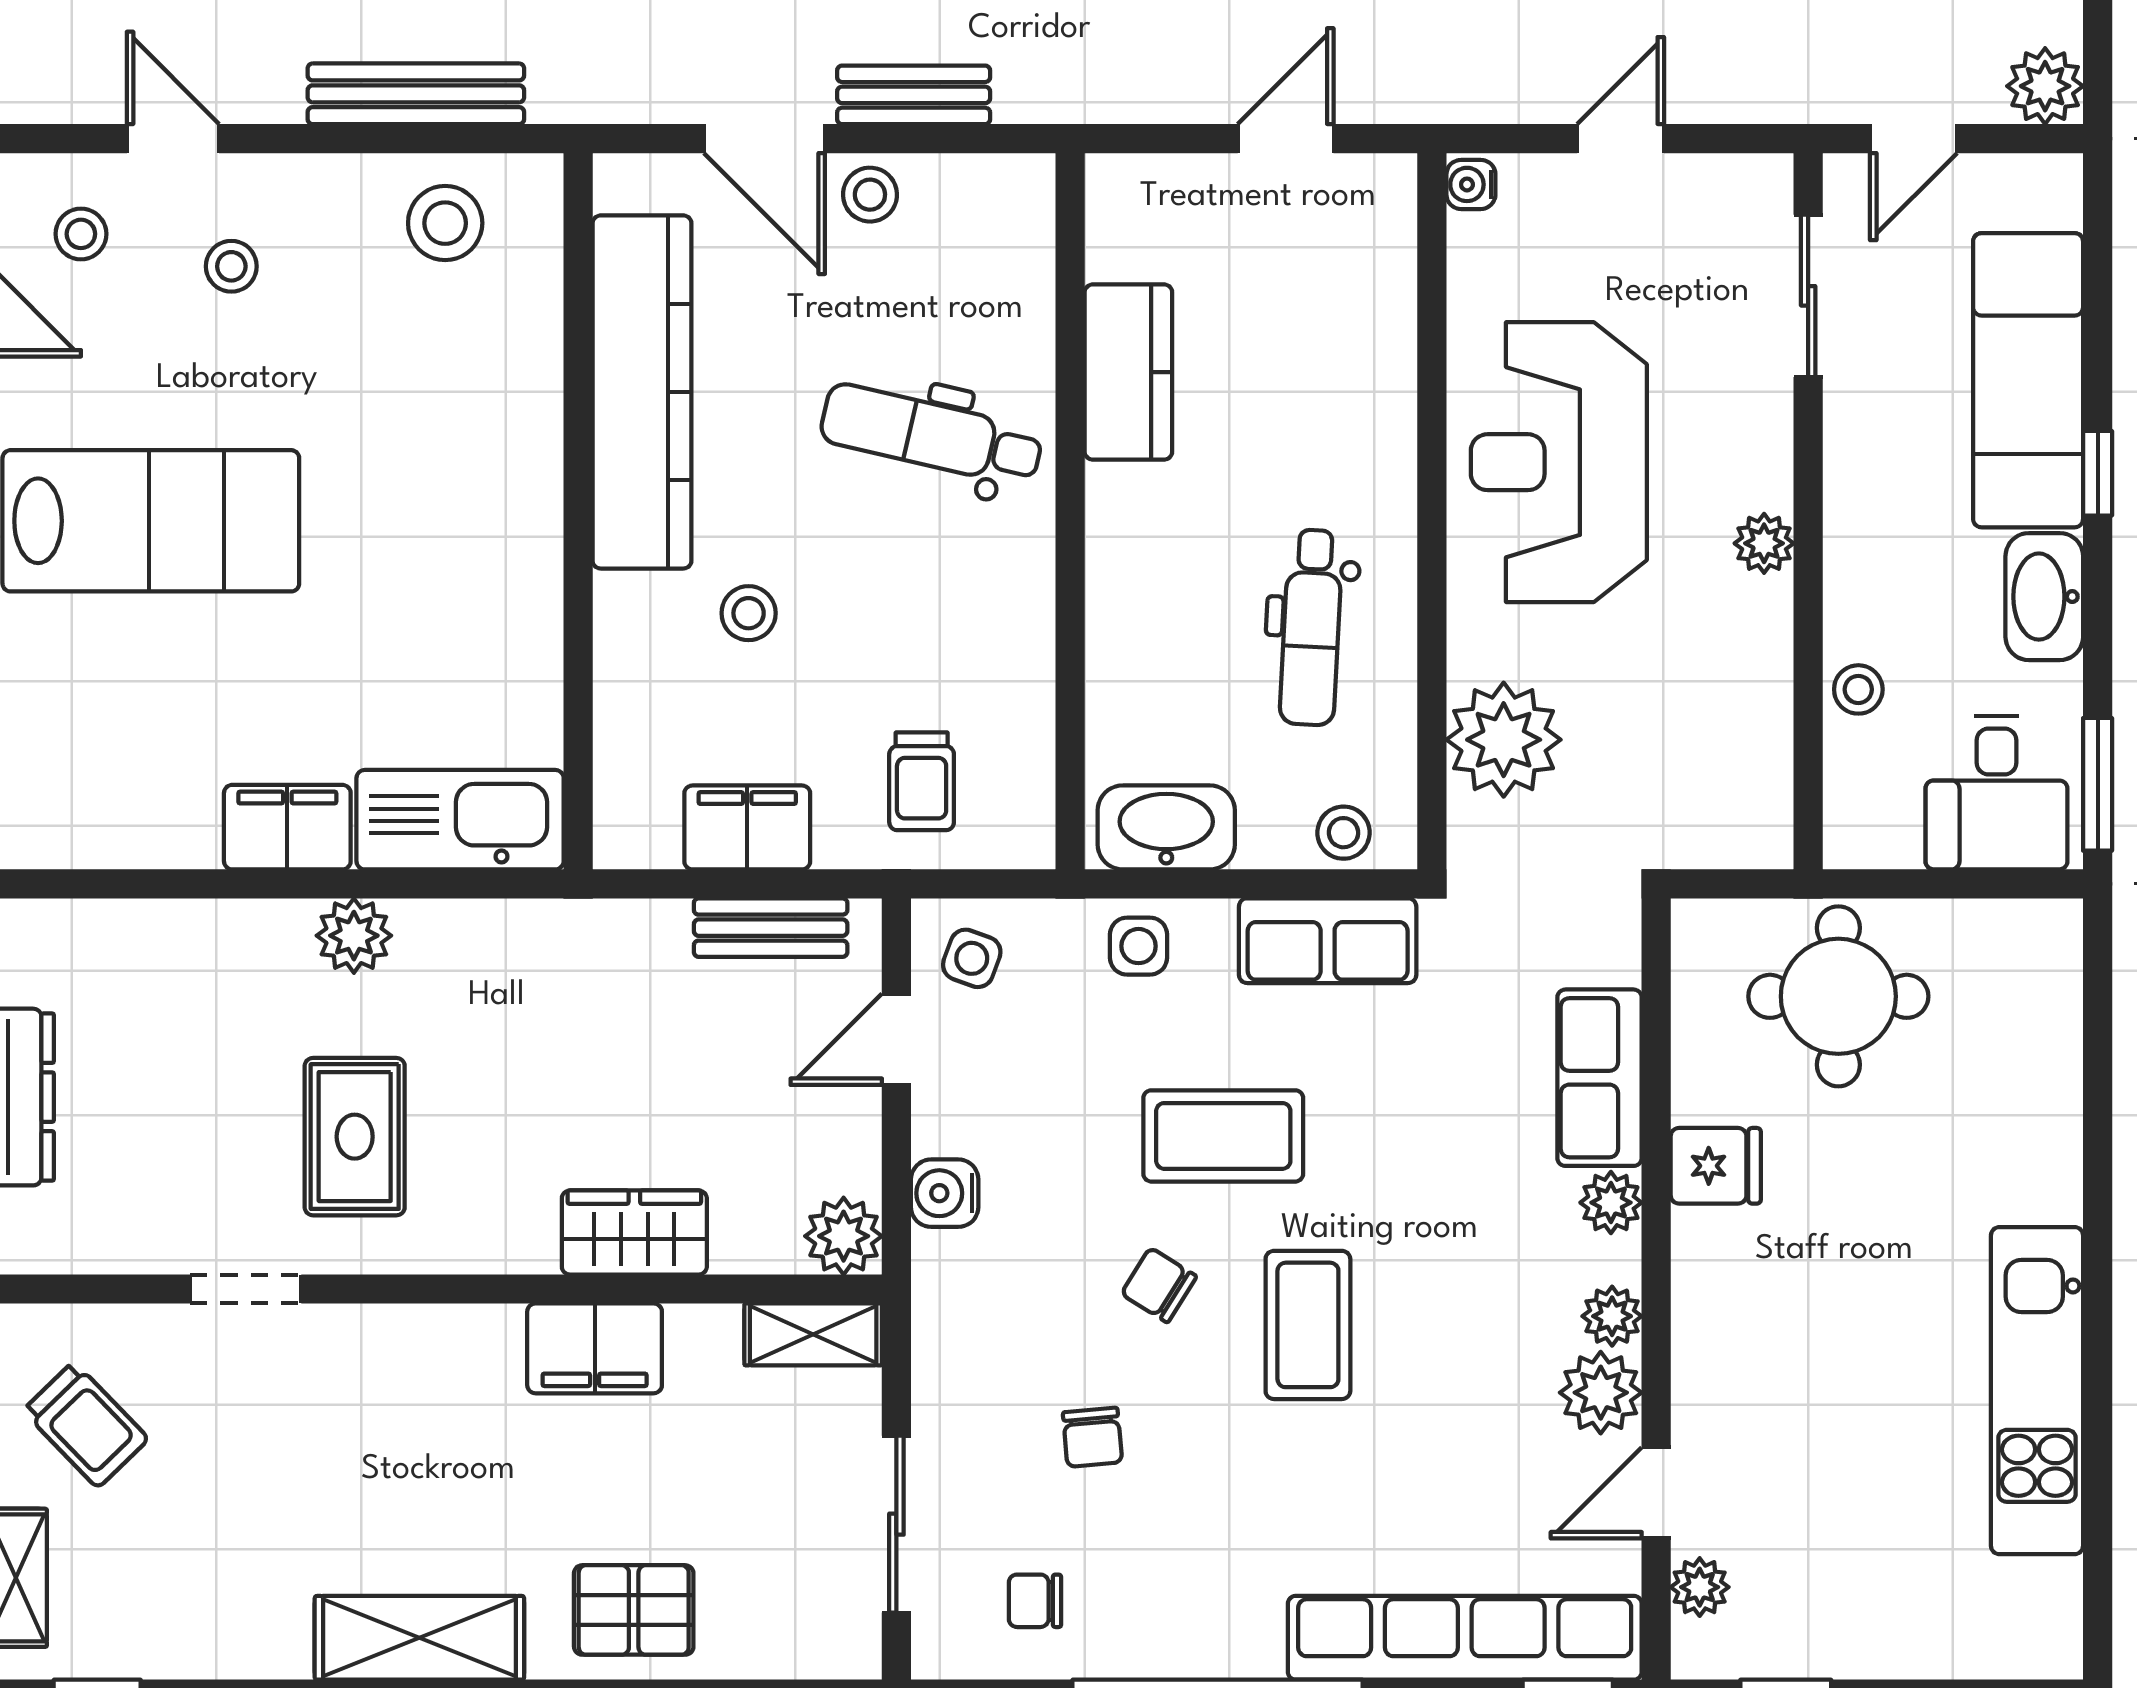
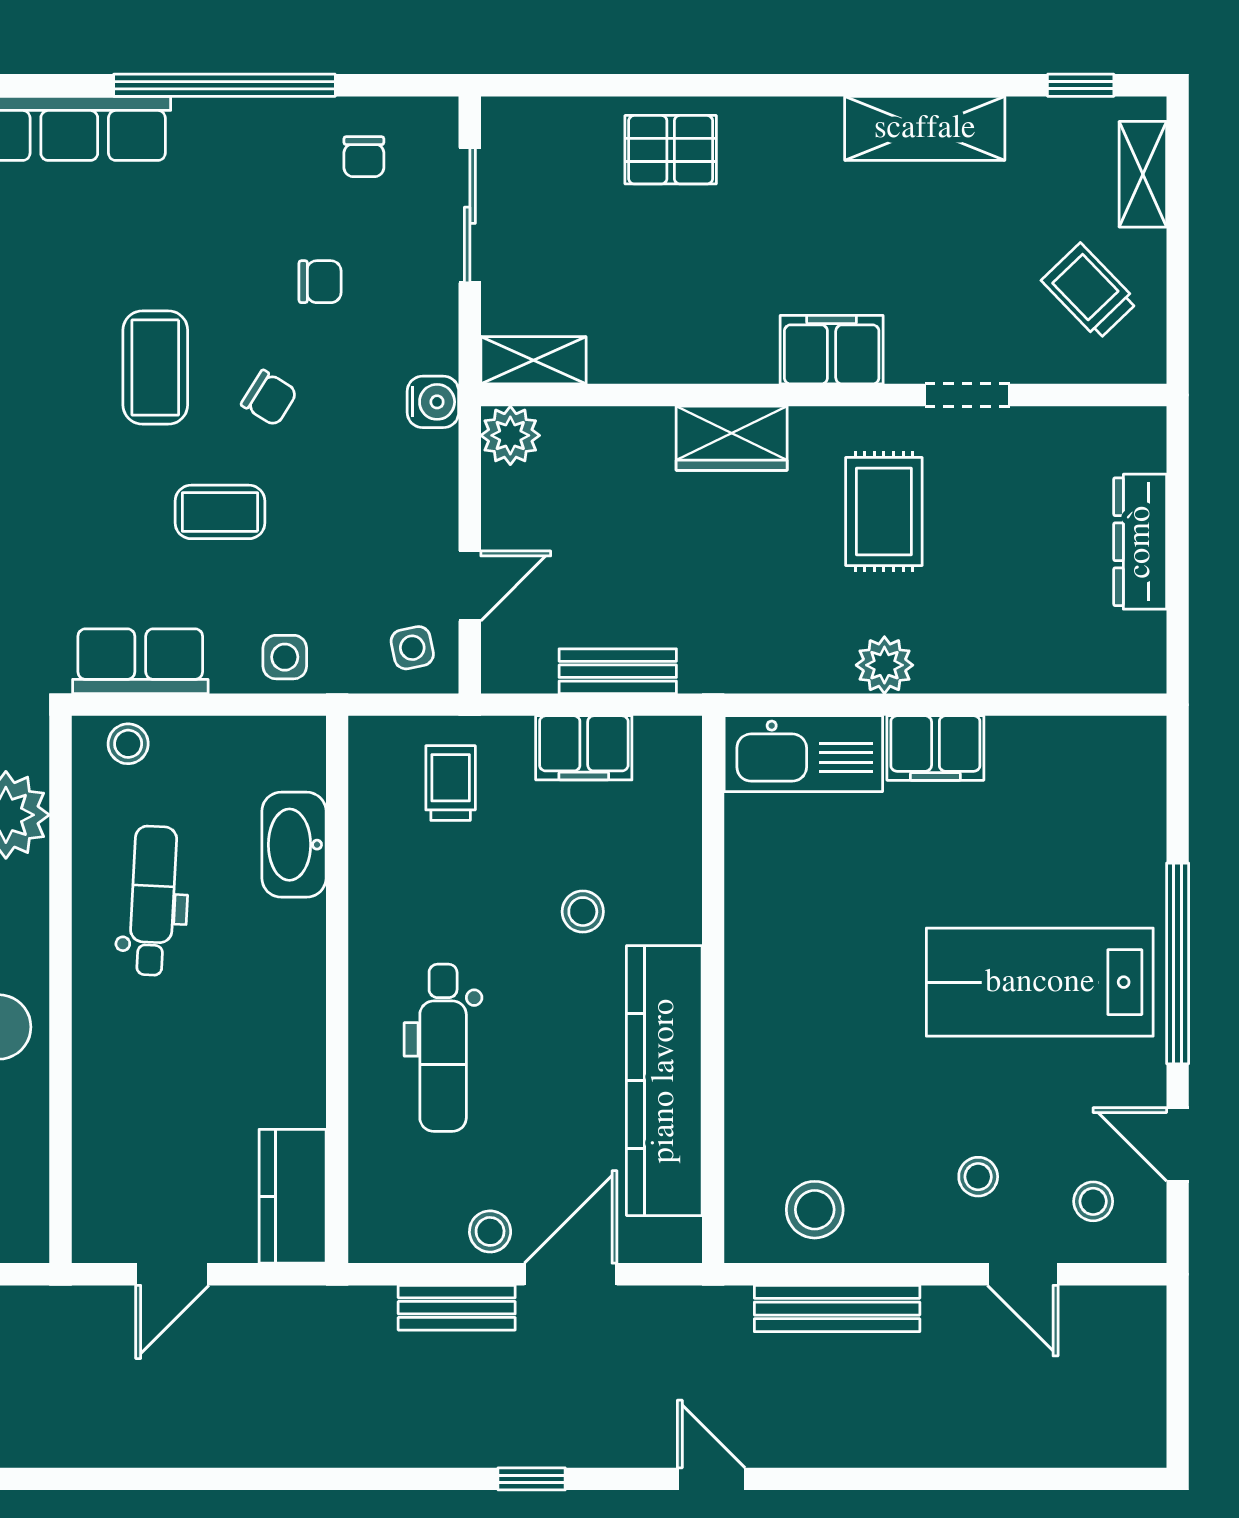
door: (764, 139) -> (571, 1274), hinge flipped
water cooler: (1471, 184) -> (31, 1239), removed
kitchen counter: (1128, 372) -> (293, 1196), moved
dental chair: (931, 435) -> (443, 1048), turned 77
washbasin: (1166, 827) -> (294, 845), moved, turned 90
bench: (771, 928) -> (618, 671), moved
side table: (972, 958) -> (412, 648), turned -32
coffee table: (1223, 1136) -> (220, 512), width x0.73, depth x0.77
water cooler: (945, 1193) -> (433, 402), moved
wardrobe: (634, 1232) -> (732, 438), moved
filing cabinet: (595, 1348) -> (832, 350), moved
chair: (1092, 1437) -> (320, 282), turned 95
chair: (1035, 1601) -> (364, 157), turned 90
shelving: (419, 1638) -> (925, 128), moved

